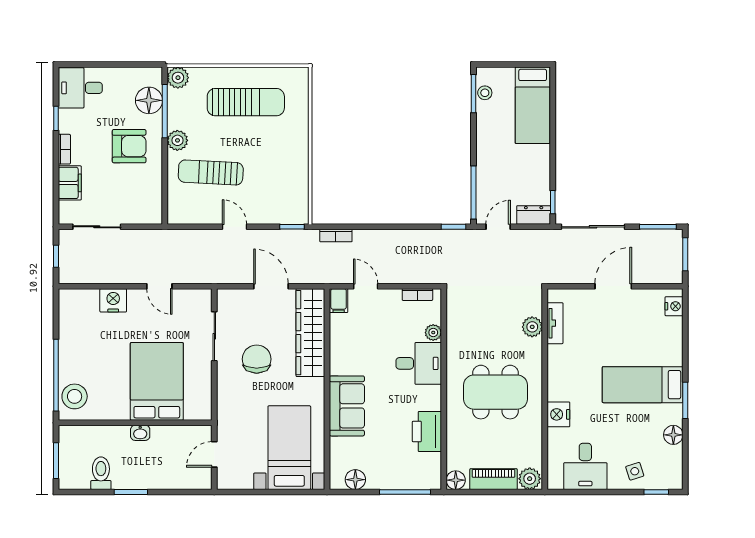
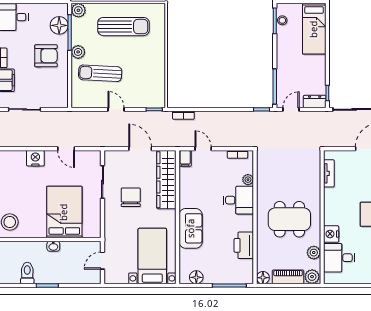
plant: (532, 327) -> (314, 253), moved
desk: (585, 466) -> (339, 258), moved, turned 90

